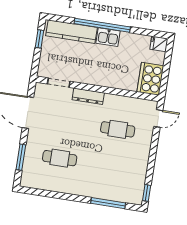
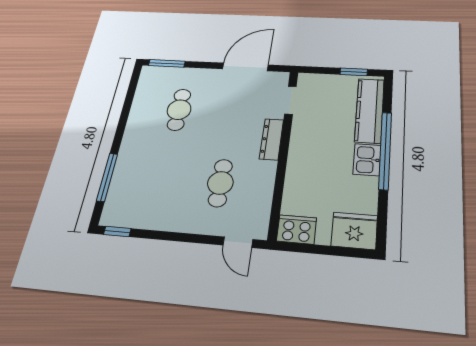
fridge: (159, 44) -> (354, 231), width x1.88, depth x1.34
cooker: (150, 79) -> (297, 229), width x0.73, depth x0.76
window: (21, 157) -> (167, 63), moved

